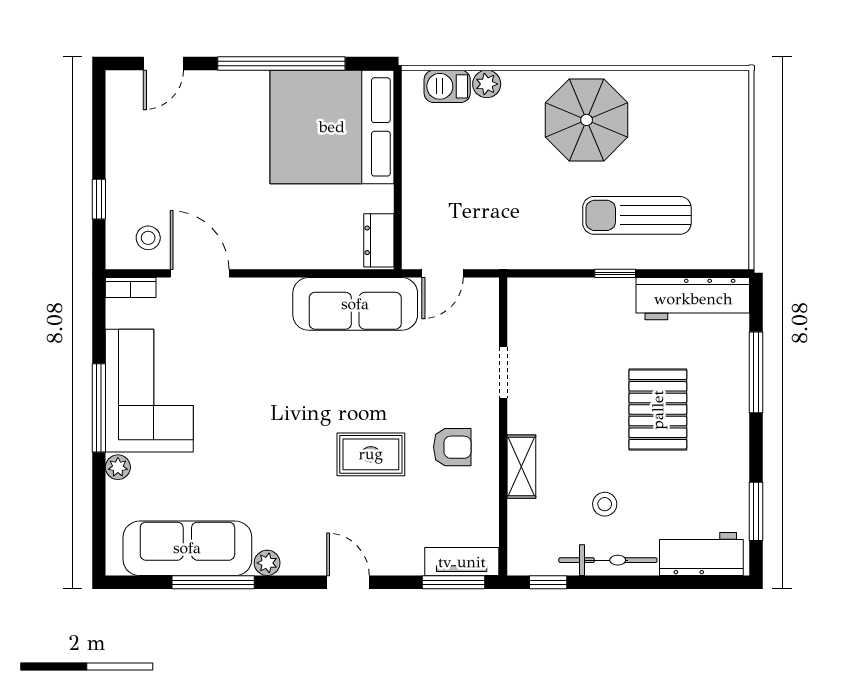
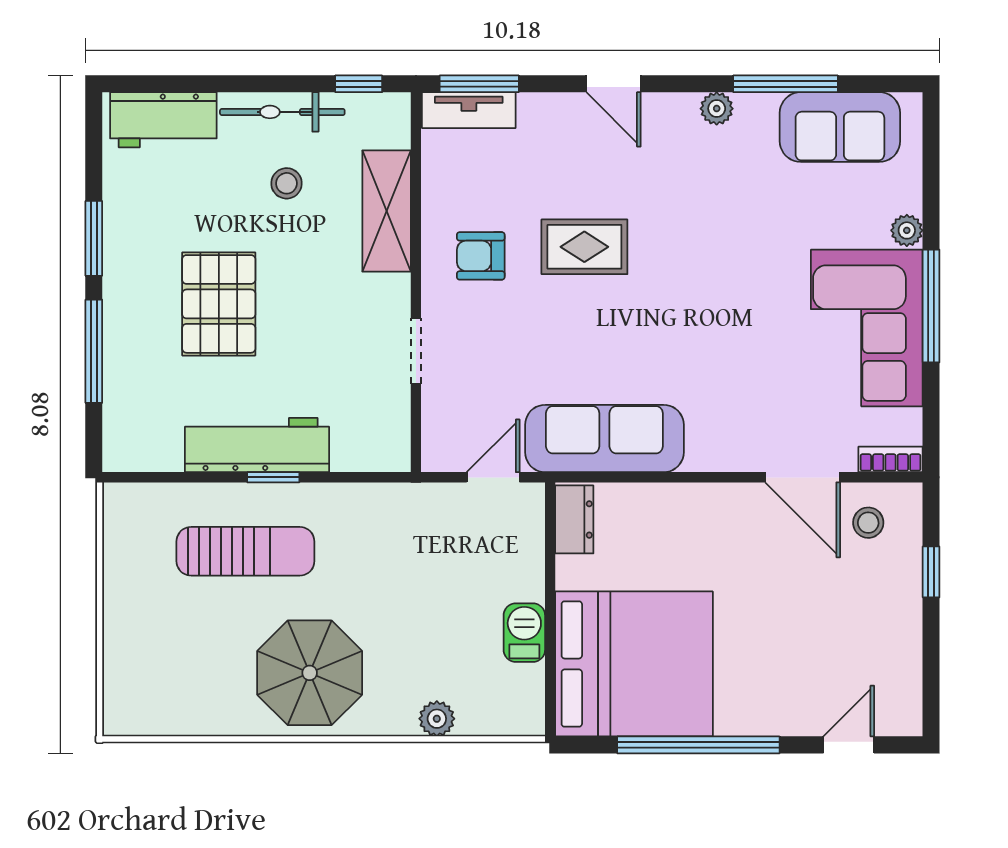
barbecue: (447, 86) -> (524, 633), moved, turned -90
workbench: (693, 299) -> (257, 445), moved
shelving: (521, 467) -> (387, 211), width x1.50, depth x1.33
window: (756, 511) -> (94, 238), moved
sofa: (187, 548) -> (840, 127), width x0.73

